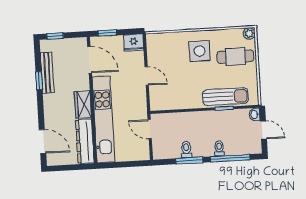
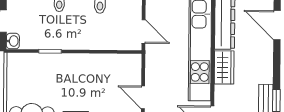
sun lounger: (225, 97) -> (47, 65), removed

